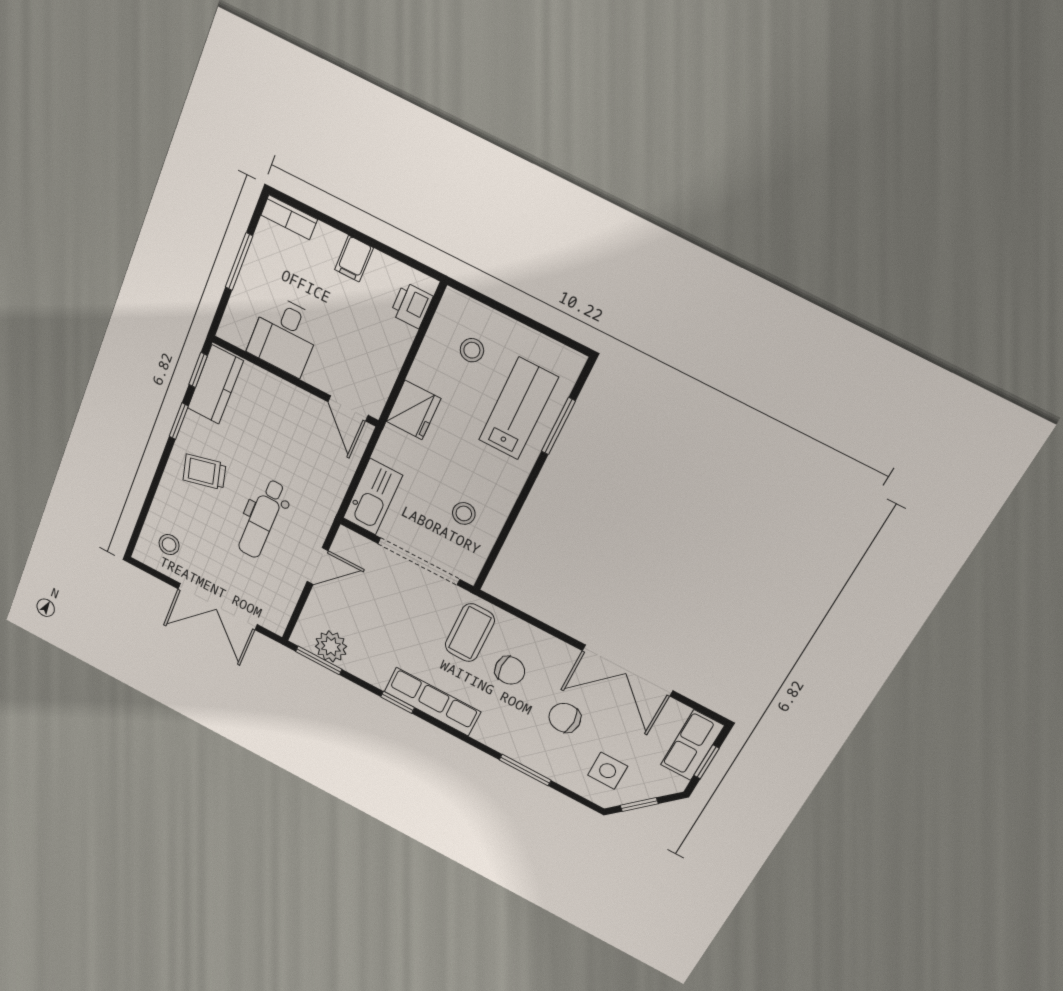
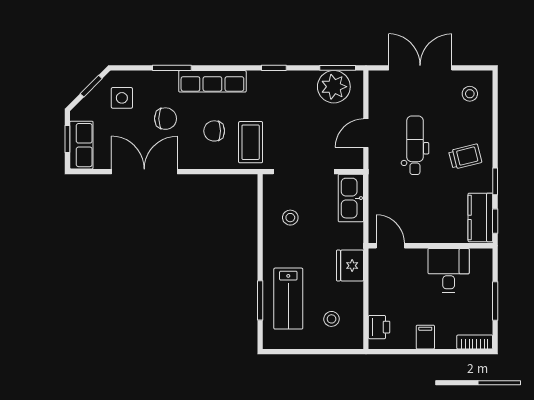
plant: (331, 646) -> (334, 87), width x1.36, depth x1.36
row of seats: (432, 702) -> (212, 81), moved

